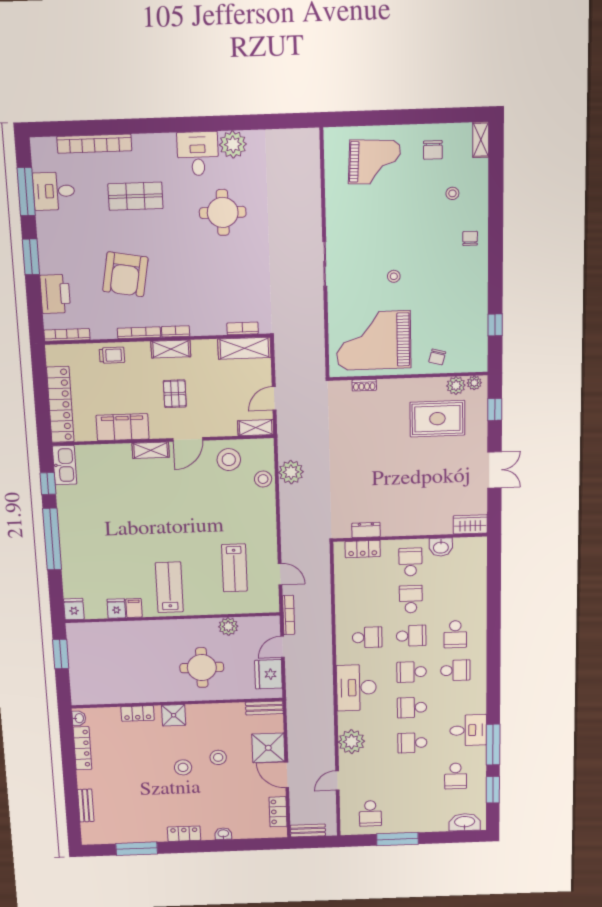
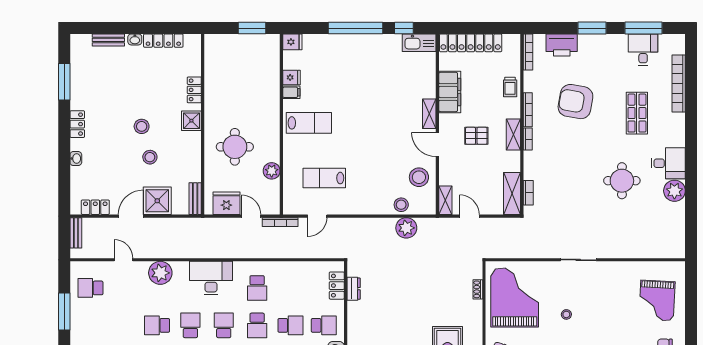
washbasin: (79, 718) -> (135, 39), moved
school desk: (412, 743) -> (157, 325), turned -90

